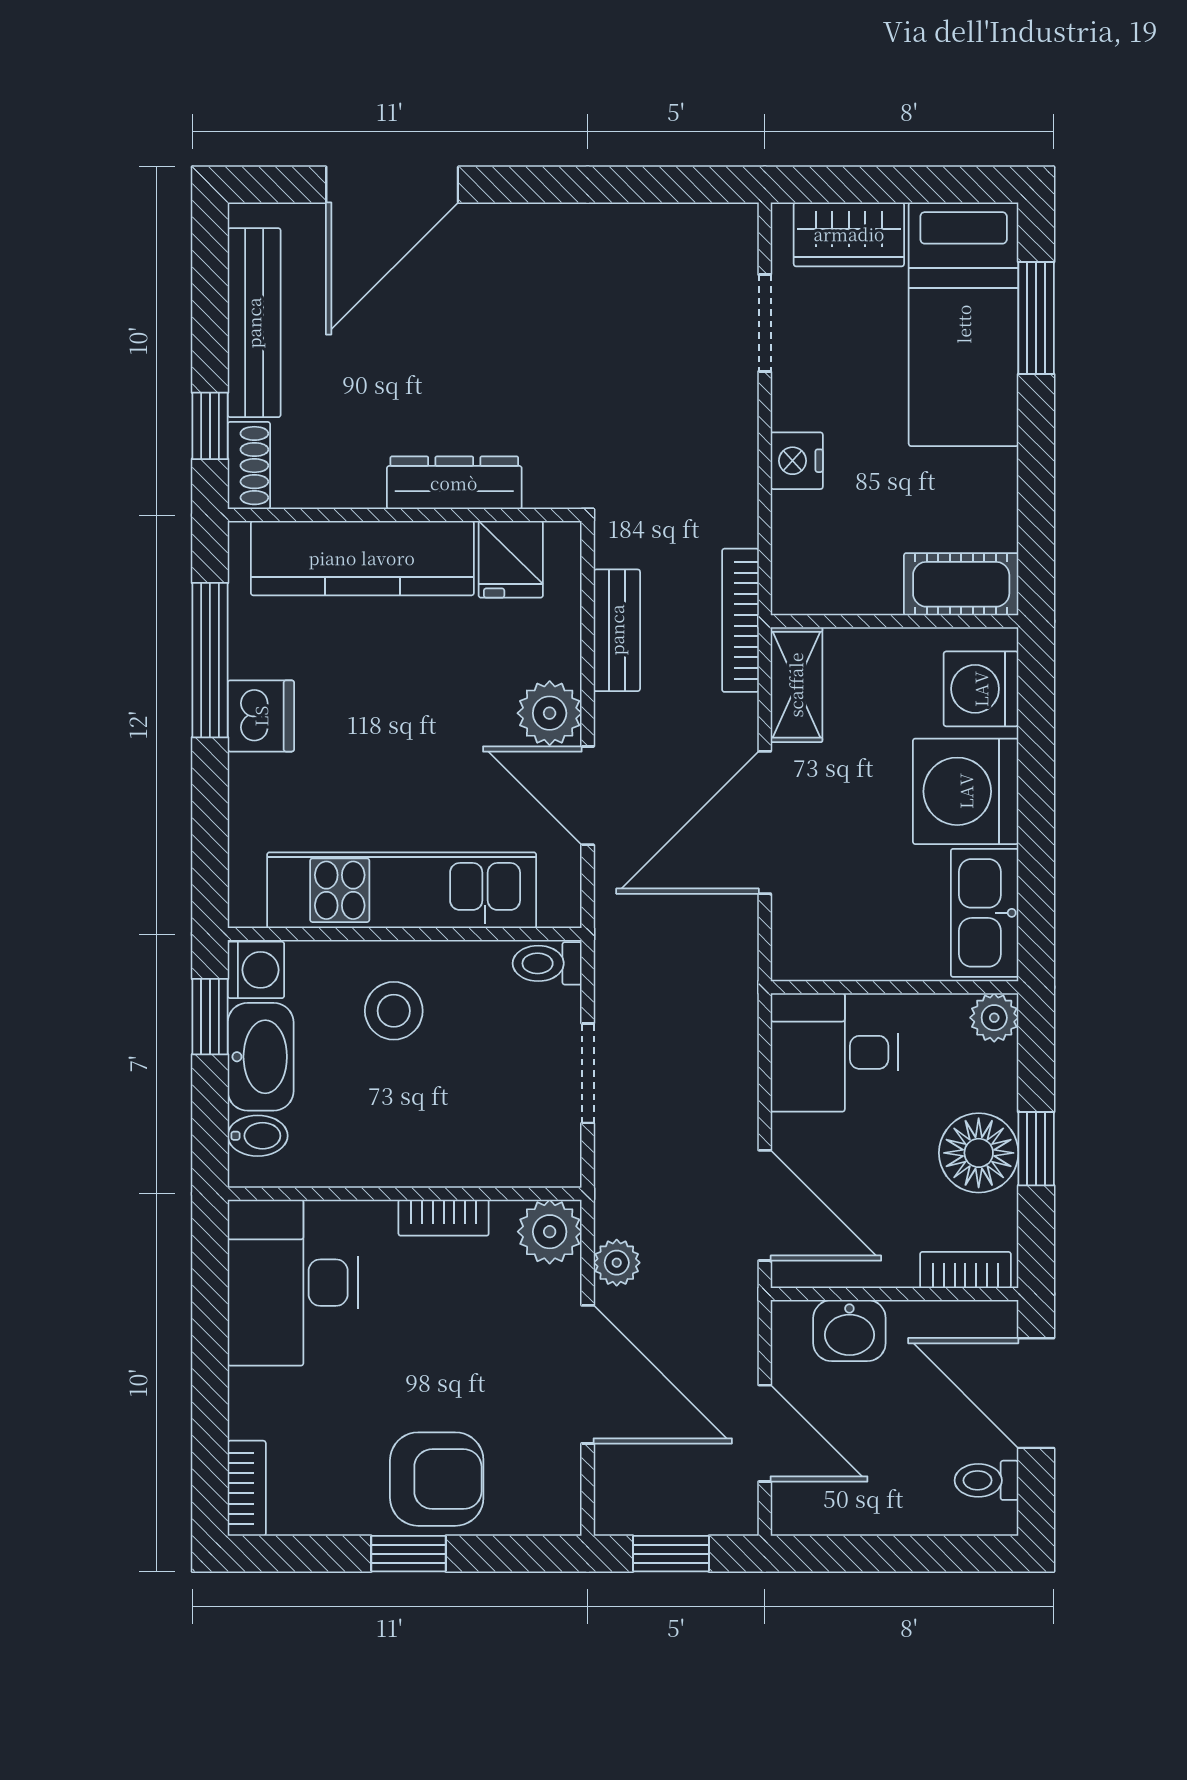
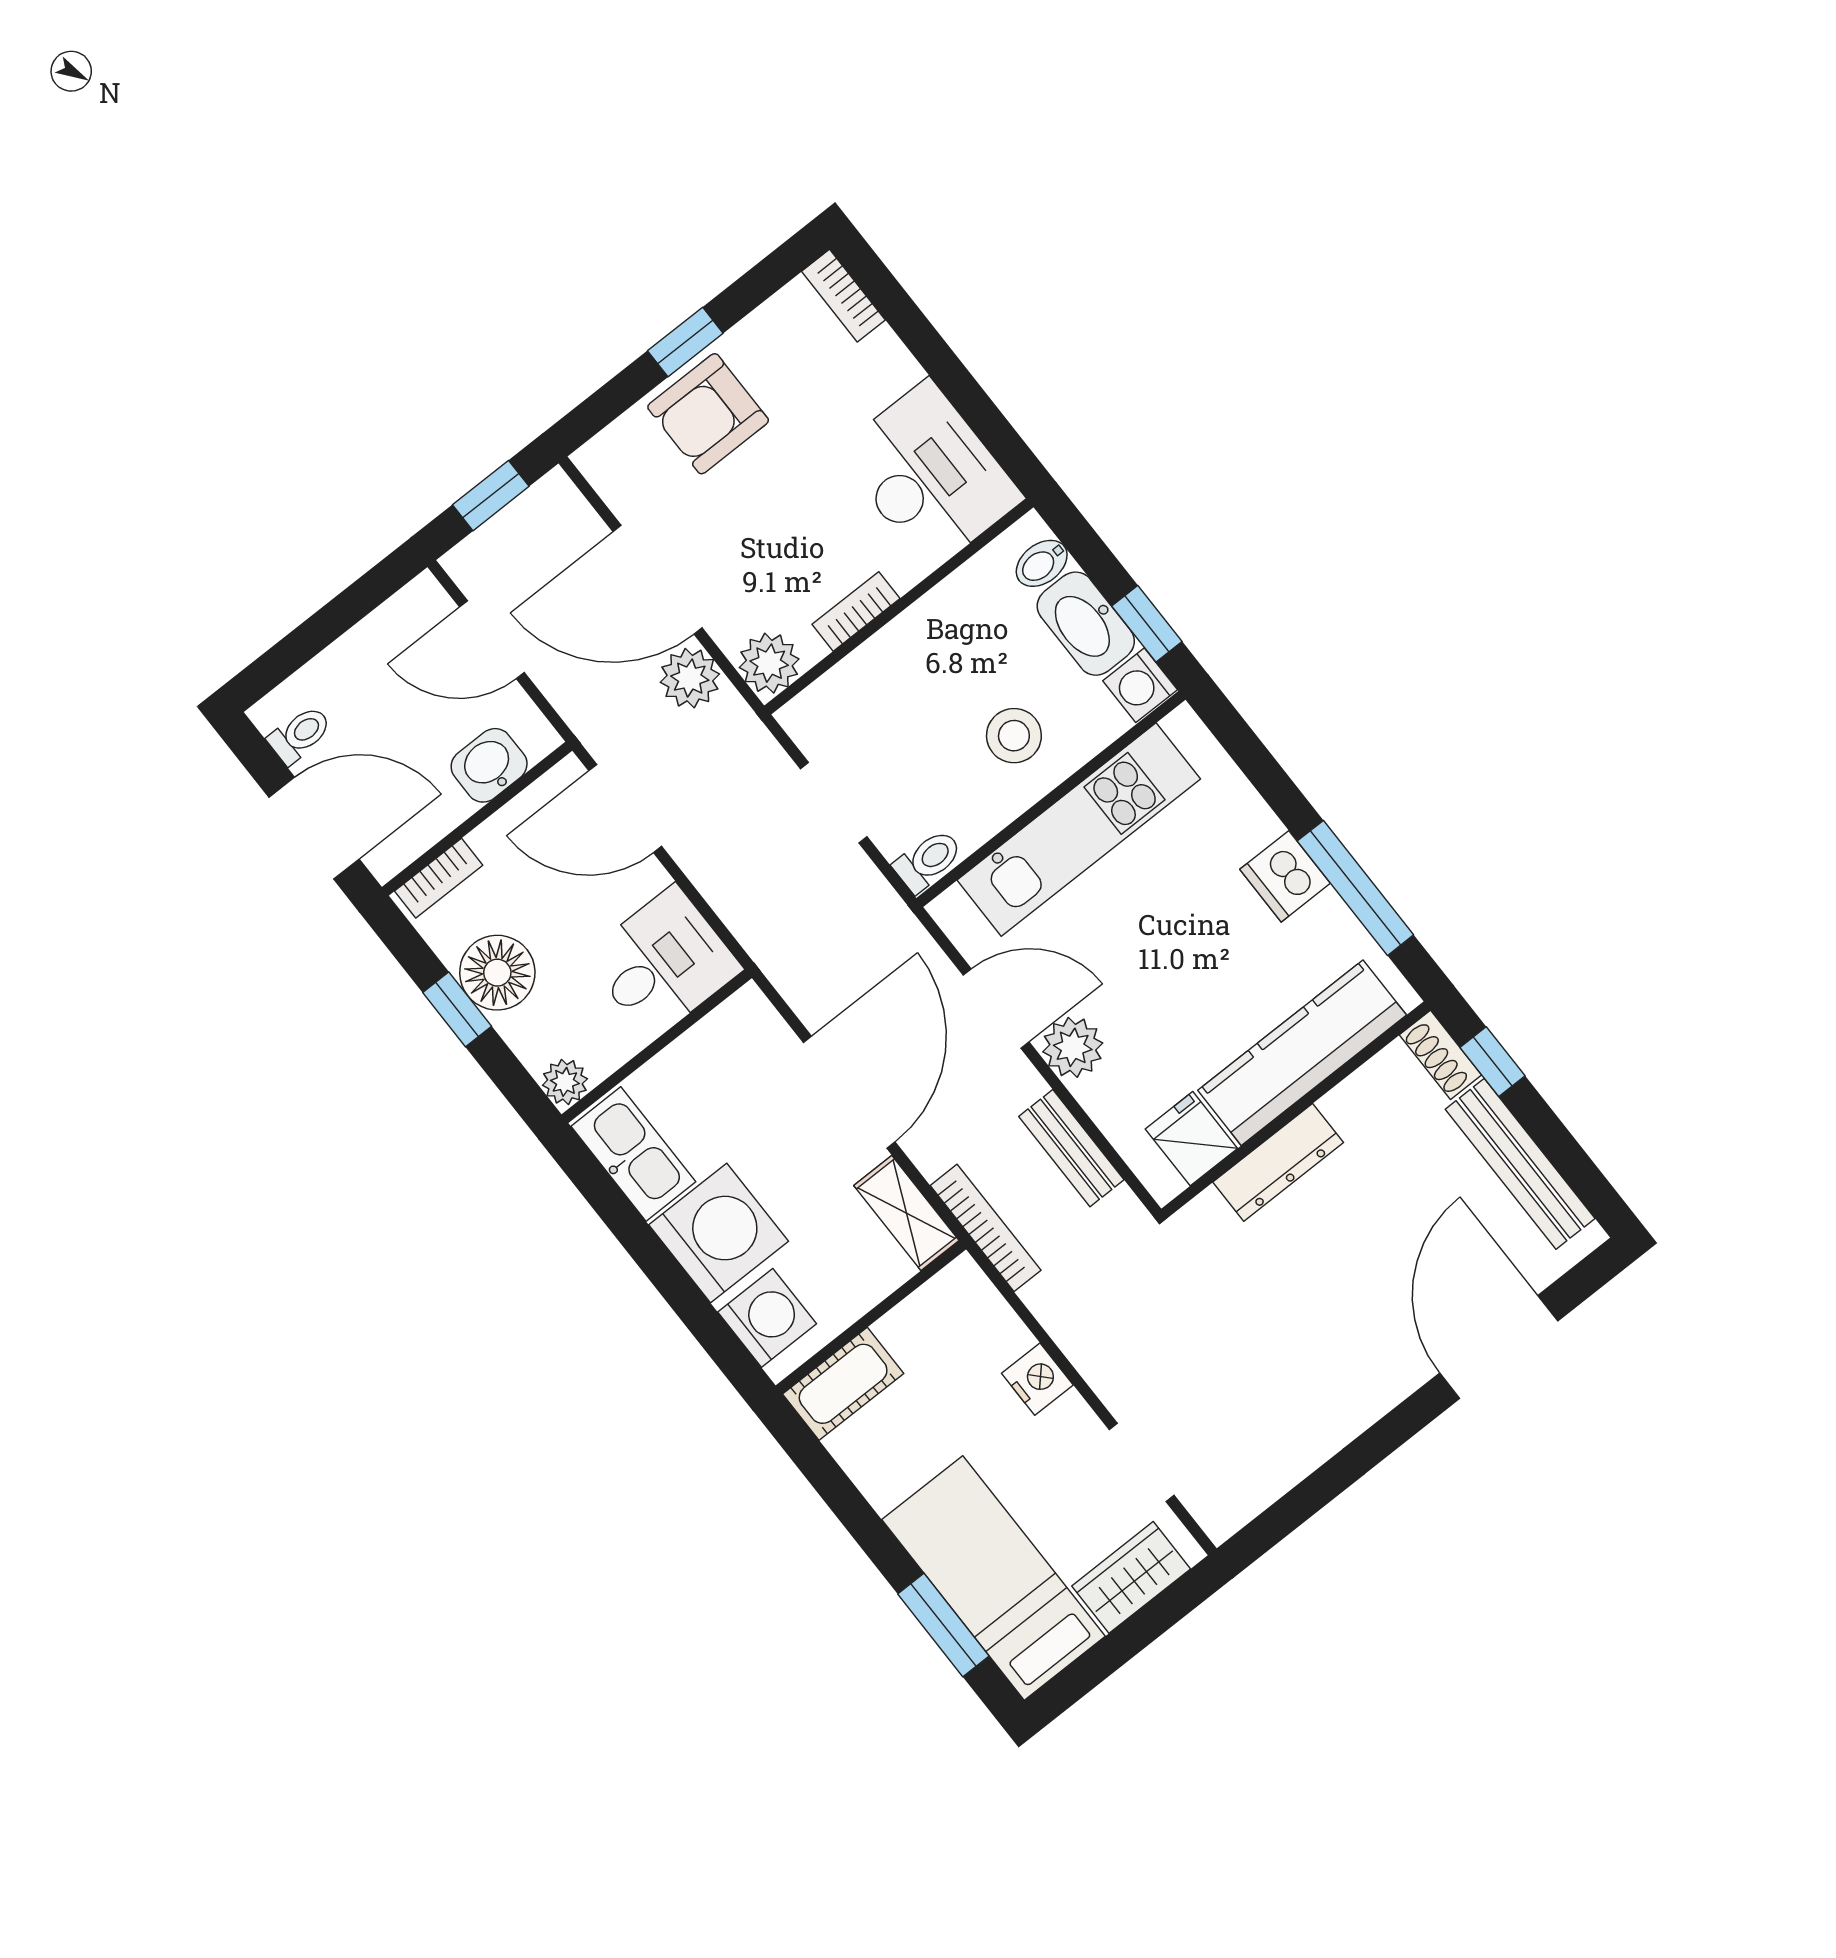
plant: (617, 1263) -> (690, 678), width x1.38, depth x1.38

